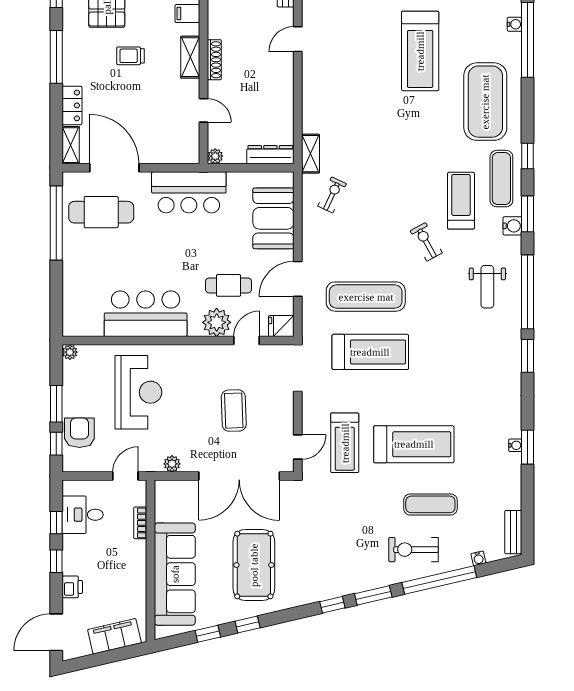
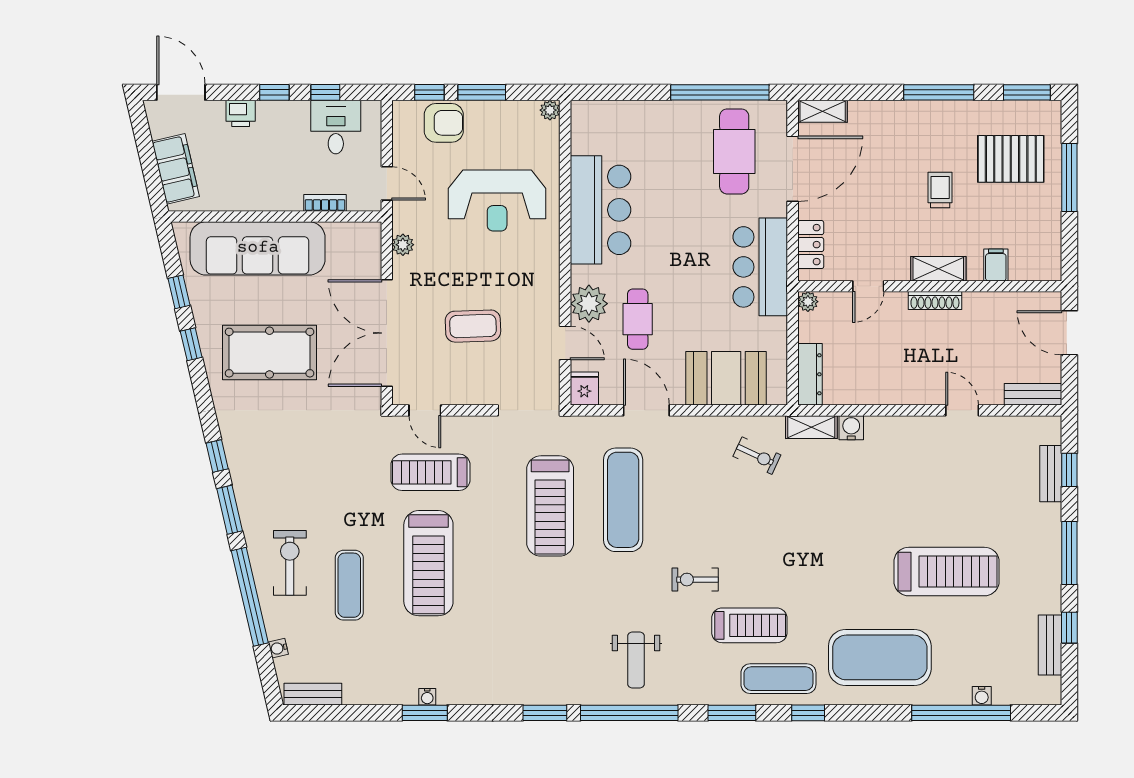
treadmill: (420, 51) -> (947, 572), turned 180
locker: (72, 105) -> (811, 245), moved, turned -90
water cooler: (512, 226) -> (851, 428), moved, turned 180
exercise bike: (426, 242) -> (695, 580), turned -151
weight bench: (487, 287) -> (636, 660), turned -90

